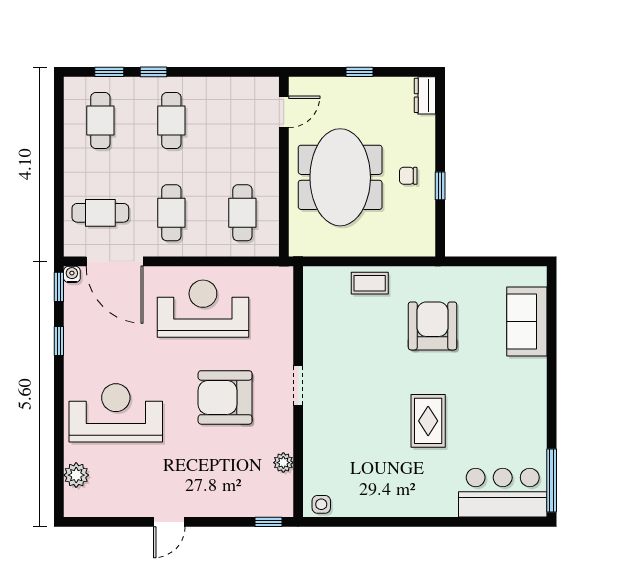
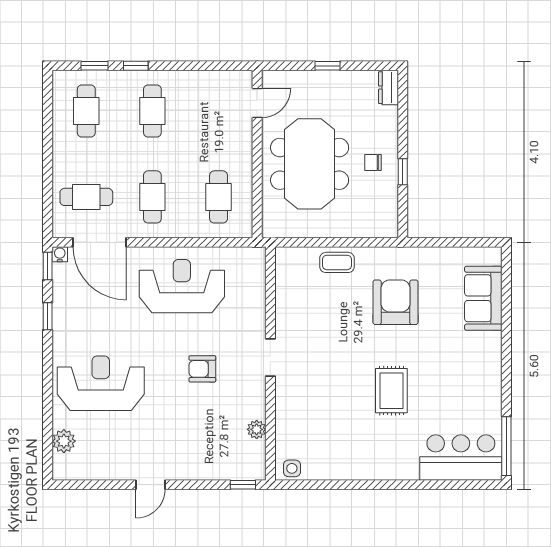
armchair: (225, 397) -> (202, 369), width x0.53, depth x0.53

